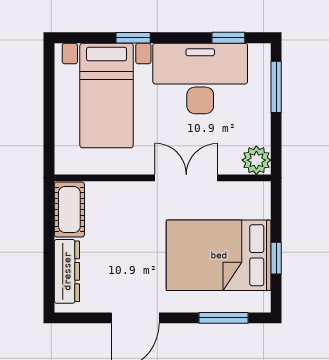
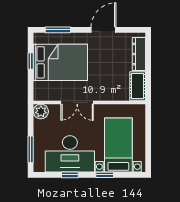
window: (228, 38) -> (70, 175), moved

